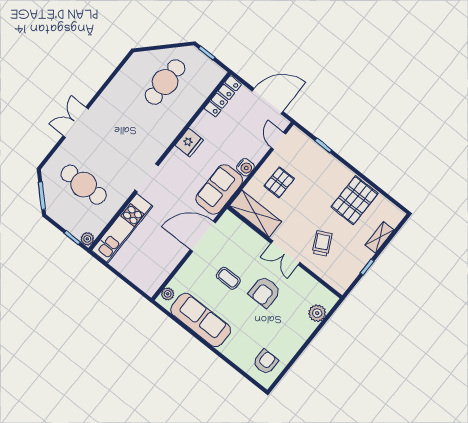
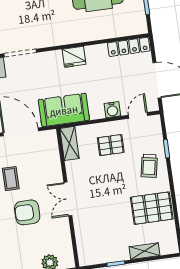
water cooler: (245, 167) -> (112, 110), moved
shelving: (255, 214) -> (69, 143), width x0.67, depth x0.75
trolley: (322, 243) -> (149, 166), moved, turned 128

